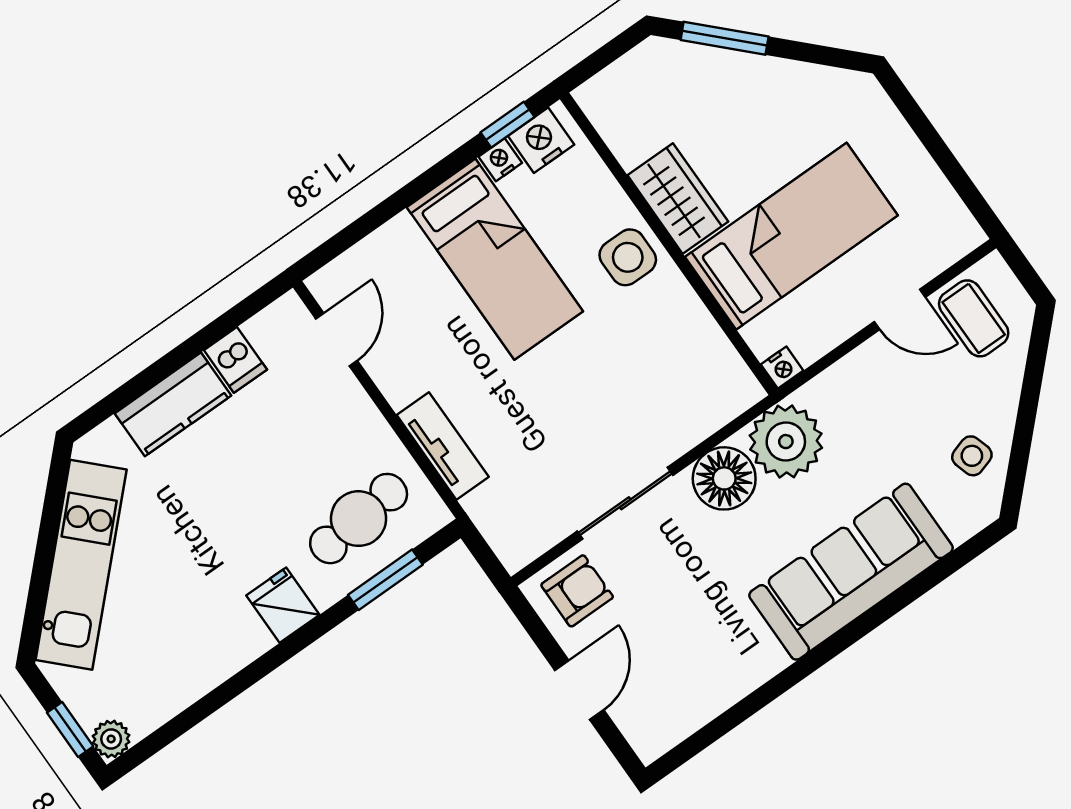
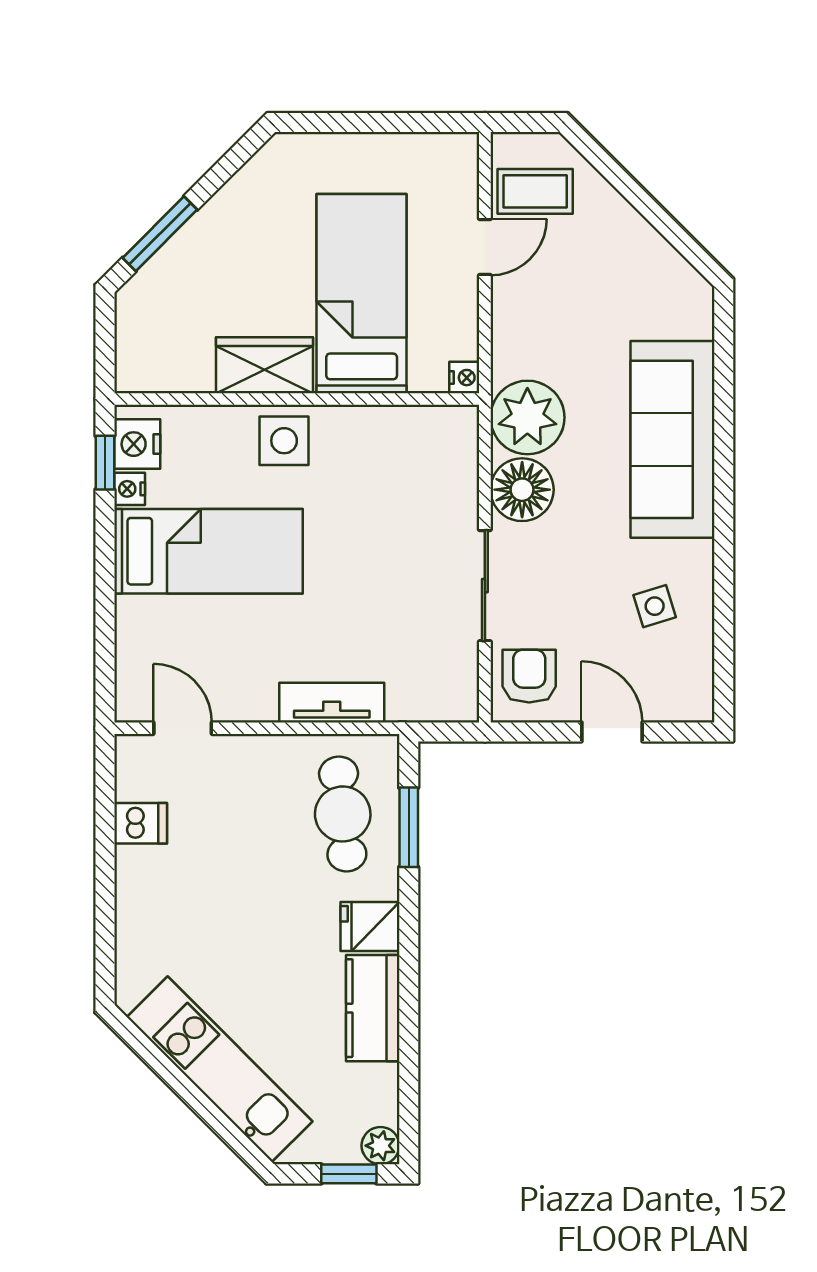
kitchen counter: (173, 404) -> (373, 1008), moved, turned 180
side table: (972, 456) -> (655, 606), moved

